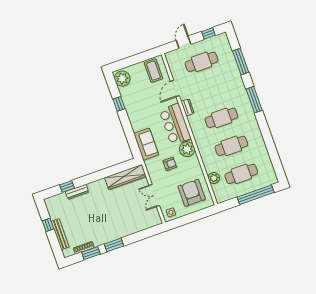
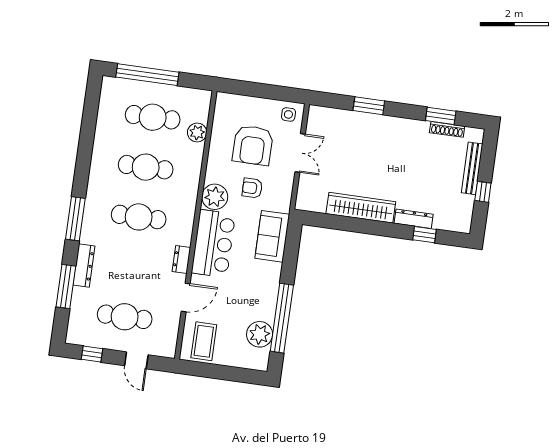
door: (184, 42) -> (136, 360), hinge flipped
dresser: (237, 78) -> (84, 265), added
plant: (122, 79) -> (260, 334), moved
window: (119, 104) -> (282, 318), width x3.17
wardrobe: (125, 177) -> (361, 208), moved
armchair: (192, 193) -> (253, 145), moved
window: (114, 245) -> (369, 106), moved

